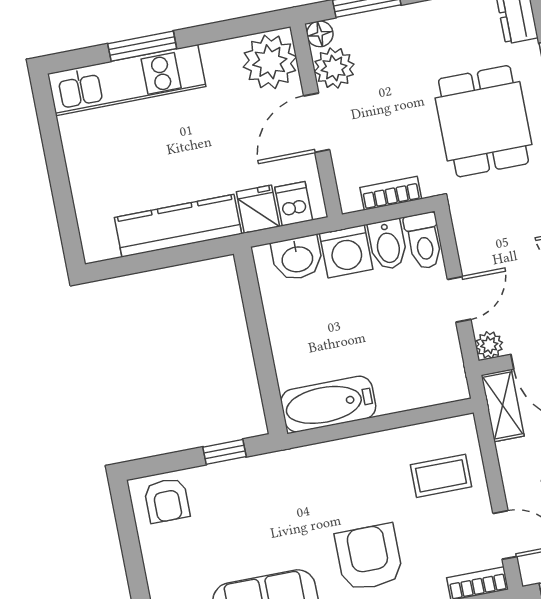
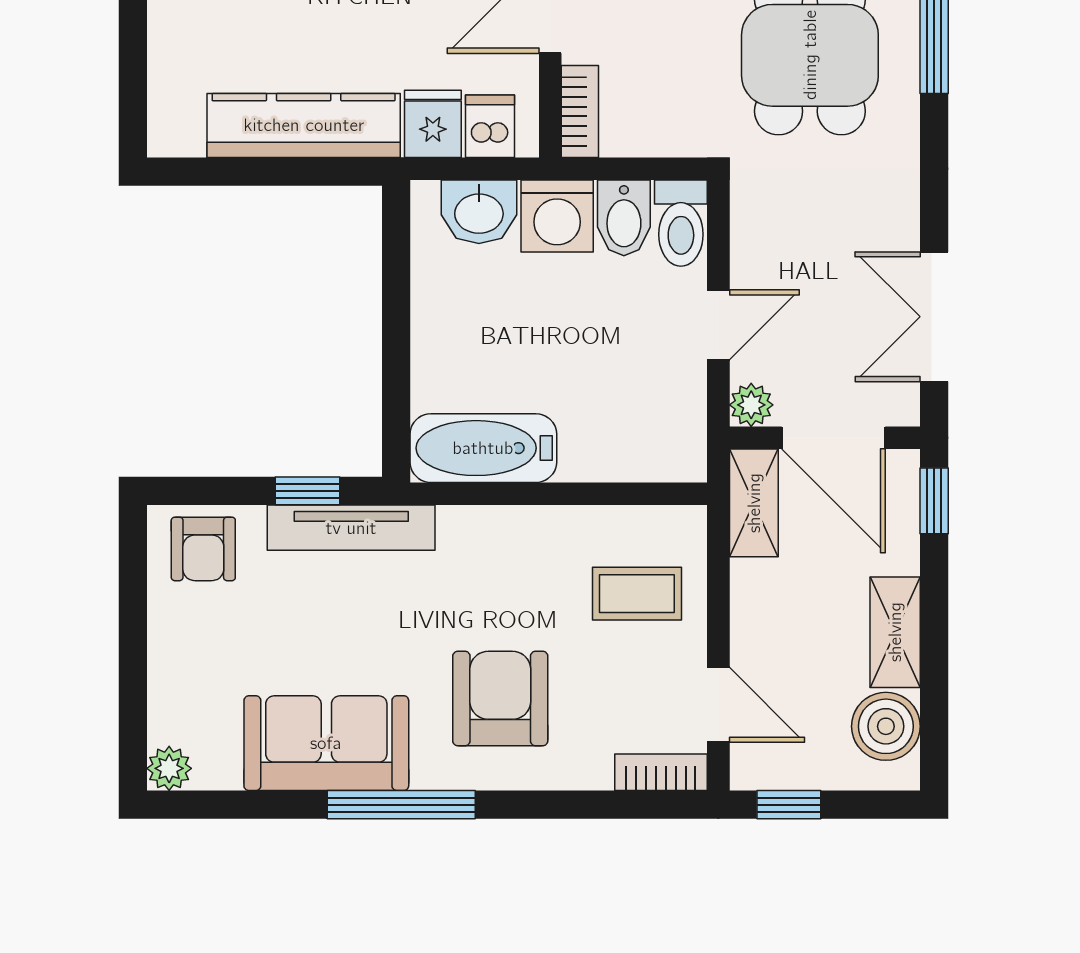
bookcase: (391, 193) -> (580, 112), moved, turned 90
tv unit: (256, 469) -> (351, 528), added

